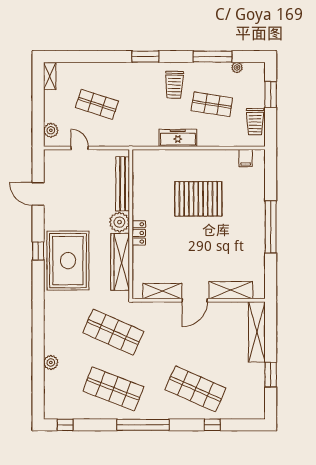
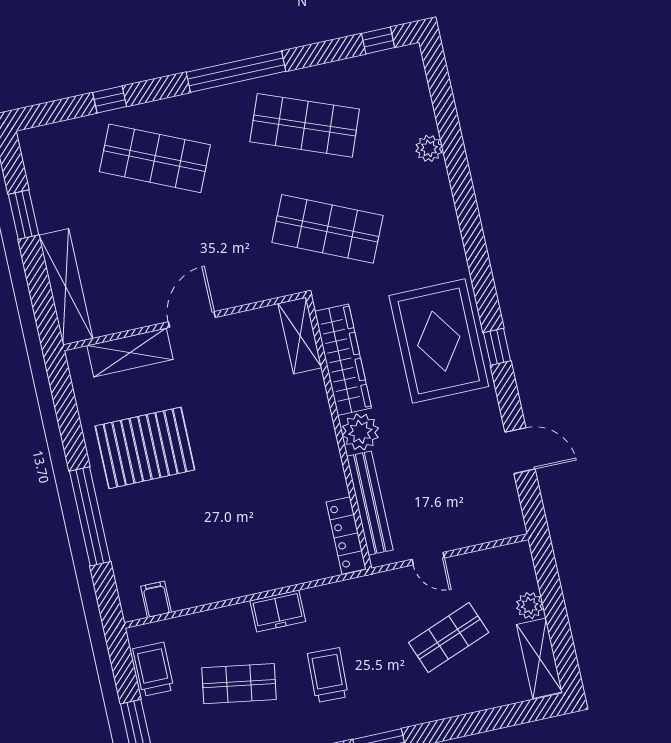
shelving: (50, 76) -> (539, 658), width x1.50, depth x1.33
trolley: (174, 85) -> (328, 675), moved
shop shelf: (97, 104) -> (449, 638), turned -39
plant: (51, 130) -> (530, 606), moved
freezer: (178, 138) -> (278, 611), width x0.71
door: (80, 148) -> (428, 559), moved
pallet: (198, 199) -> (145, 448), moved
window: (271, 227) -> (90, 516), moved
locker: (139, 233) -> (346, 535), moved, width x1.53
shelving: (162, 291) -> (300, 336), moved, turned 90

